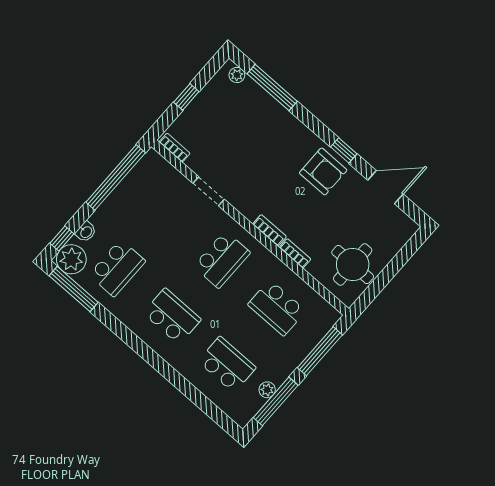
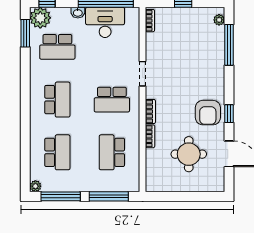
doorway: (209, 191) -> (143, 74), moved
desk: (135, 196) -> (105, 22), added
washbasin: (86, 232) -> (78, 13), moved
round table: (353, 265) -> (189, 154), moved
window: (74, 289) -> (25, 33), width x0.69
plant: (267, 390) -> (35, 186), moved

